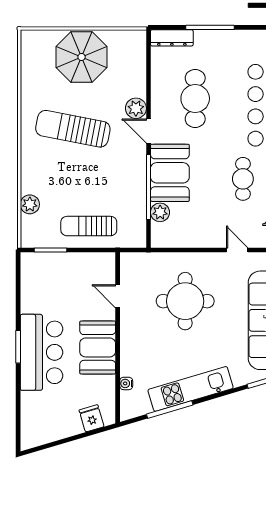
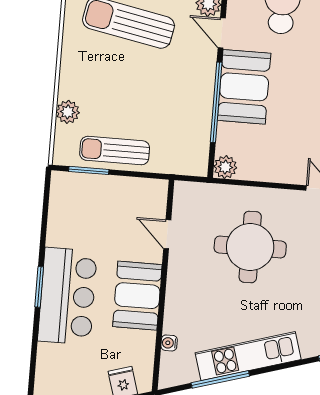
plant: (160, 212) -> (225, 167), moved
sun lounger: (89, 226) -> (115, 151), moved

